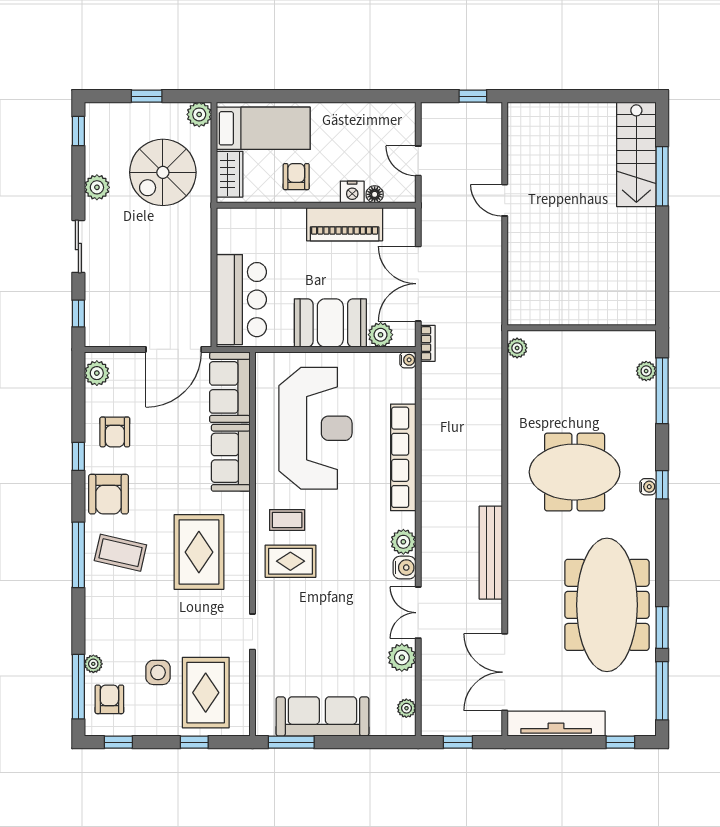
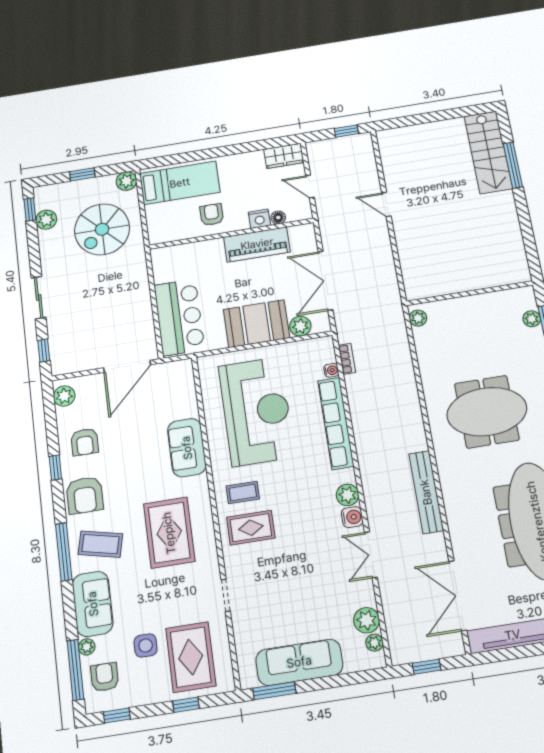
wardrobe: (230, 174) -> (284, 156), moved, turned 90
plant: (97, 187) -> (46, 220), moved
bookcase: (428, 343) -> (347, 359), moved
water cooler: (408, 360) -> (331, 370), moved
sofa: (230, 387) -> (93, 604), moved, turned 180
plant: (402, 658) -> (367, 620), moved

